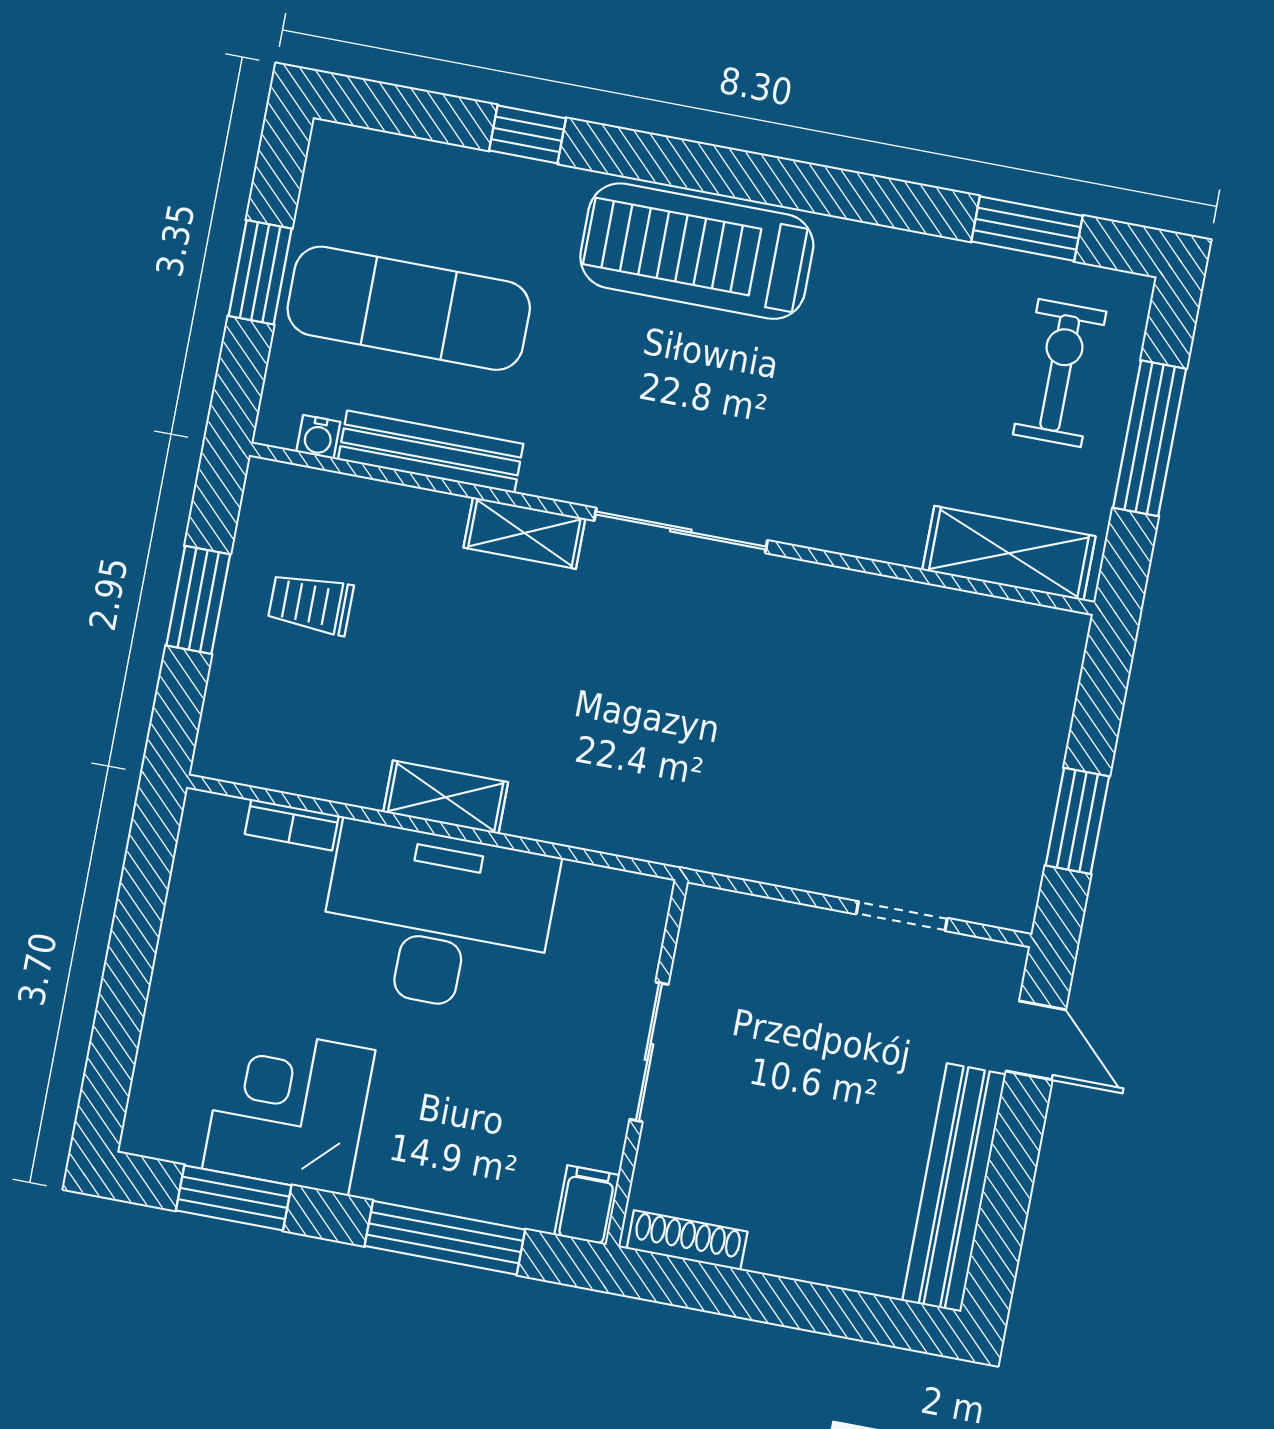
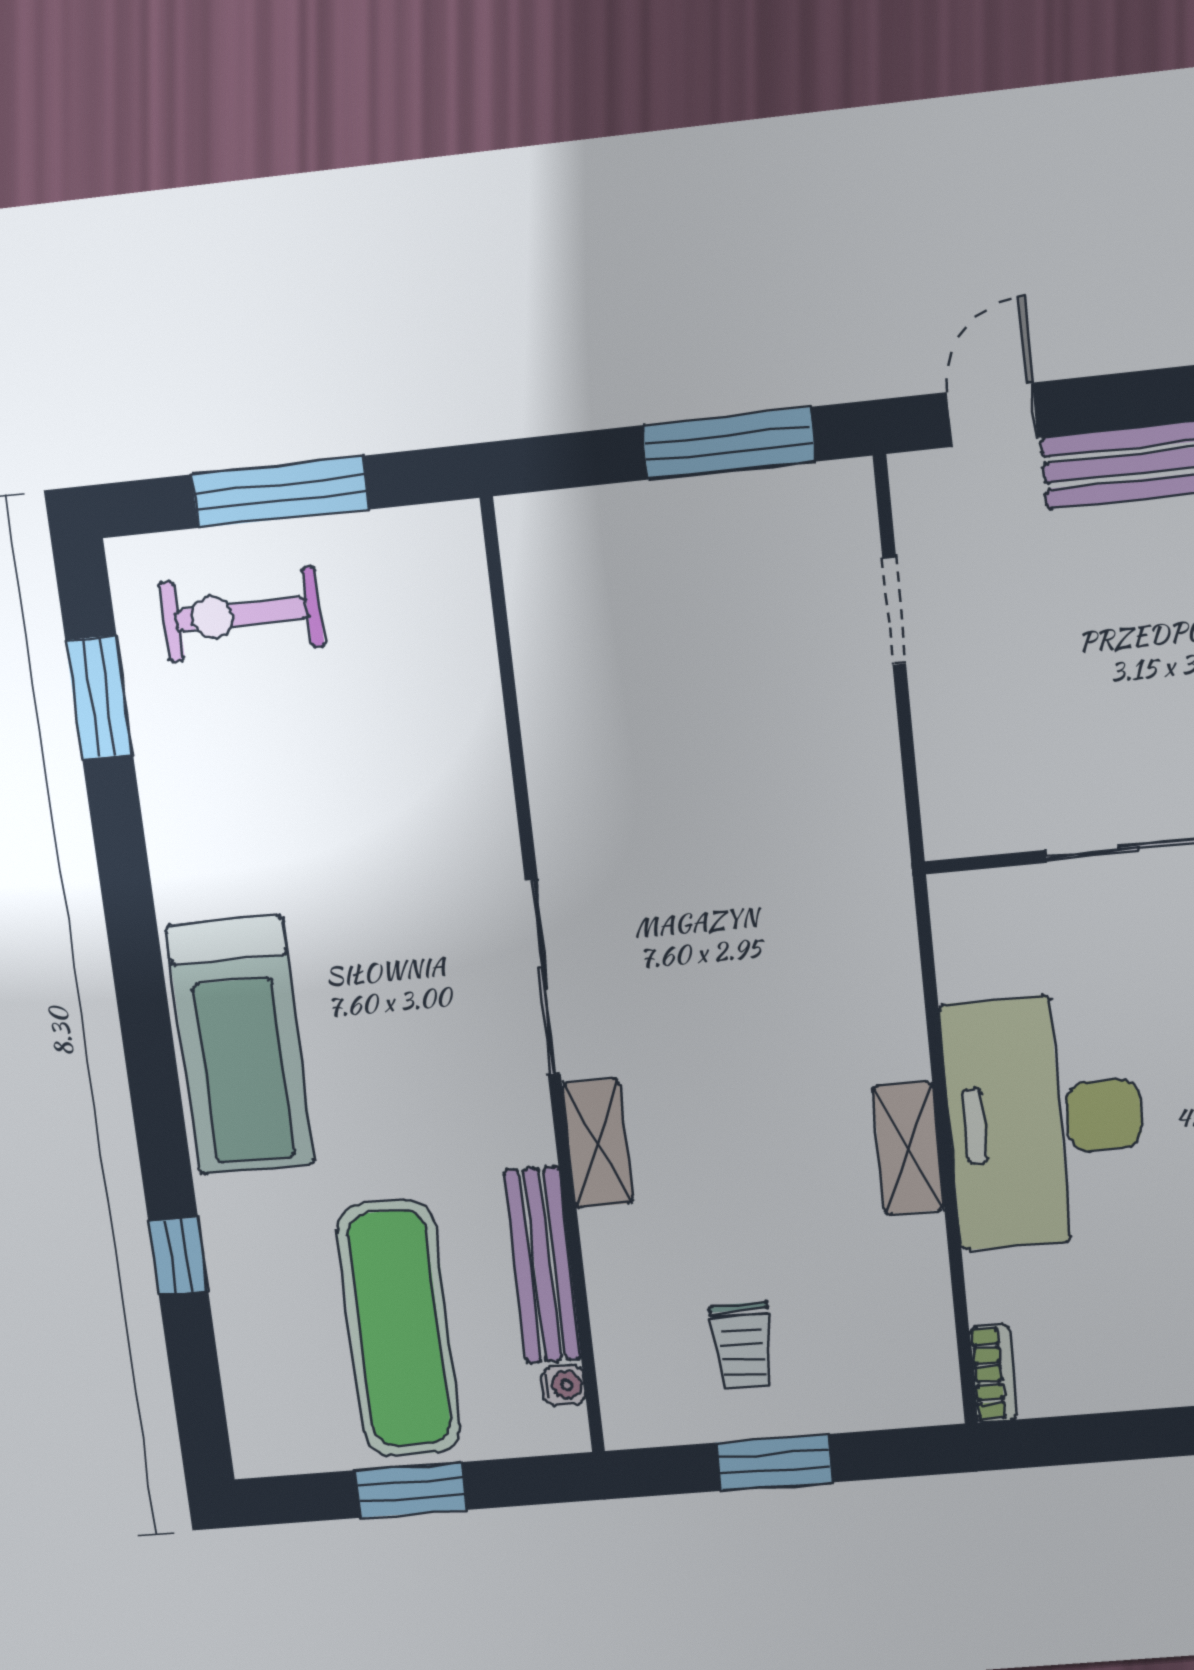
shelving: (1009, 553) -> (455, 611), removed
window: (1077, 821) -> (729, 443), width x1.44
bookcase: (292, 825) -> (993, 1373), moved

